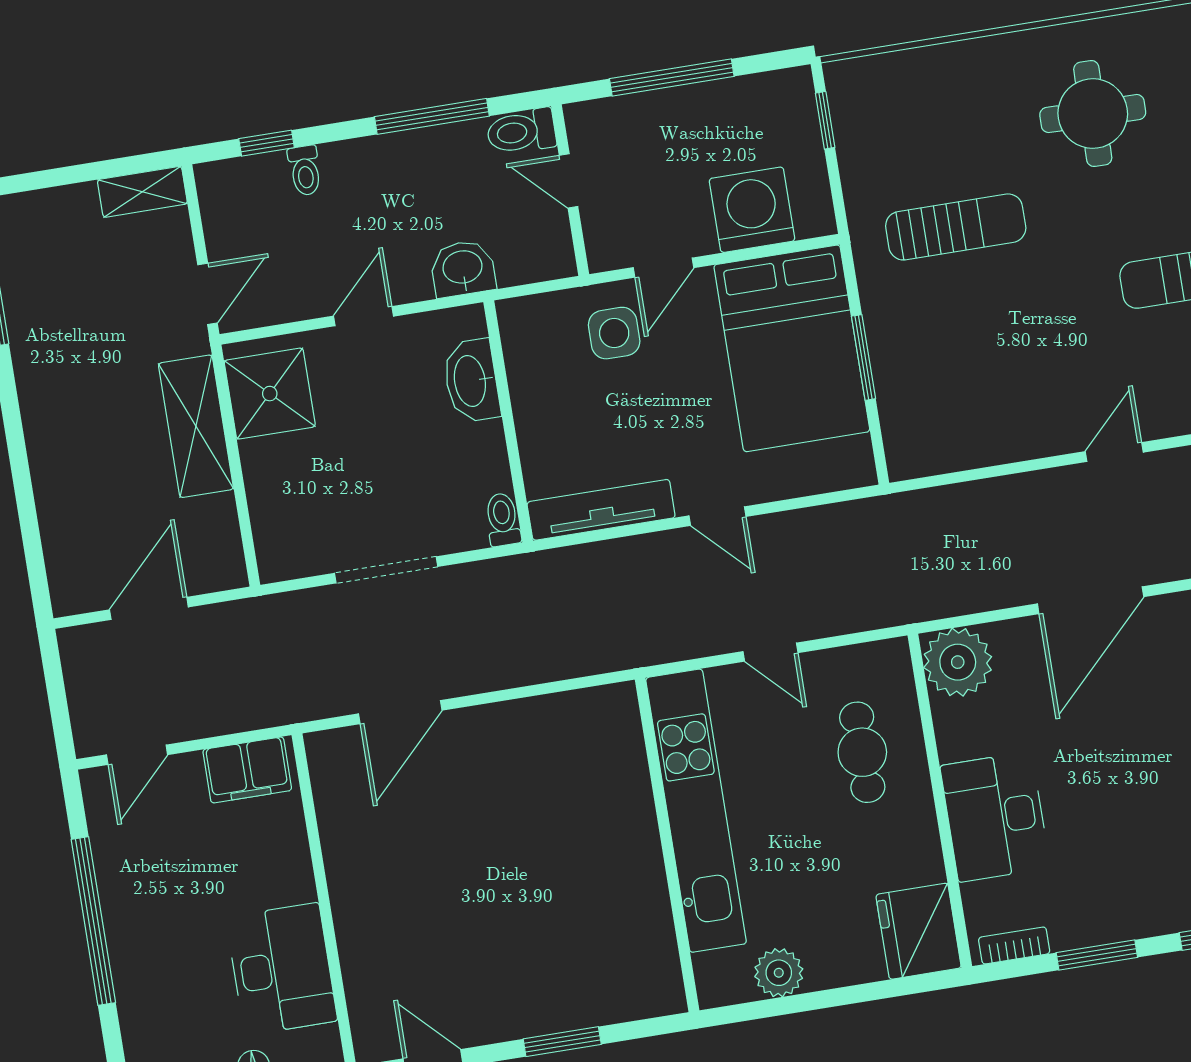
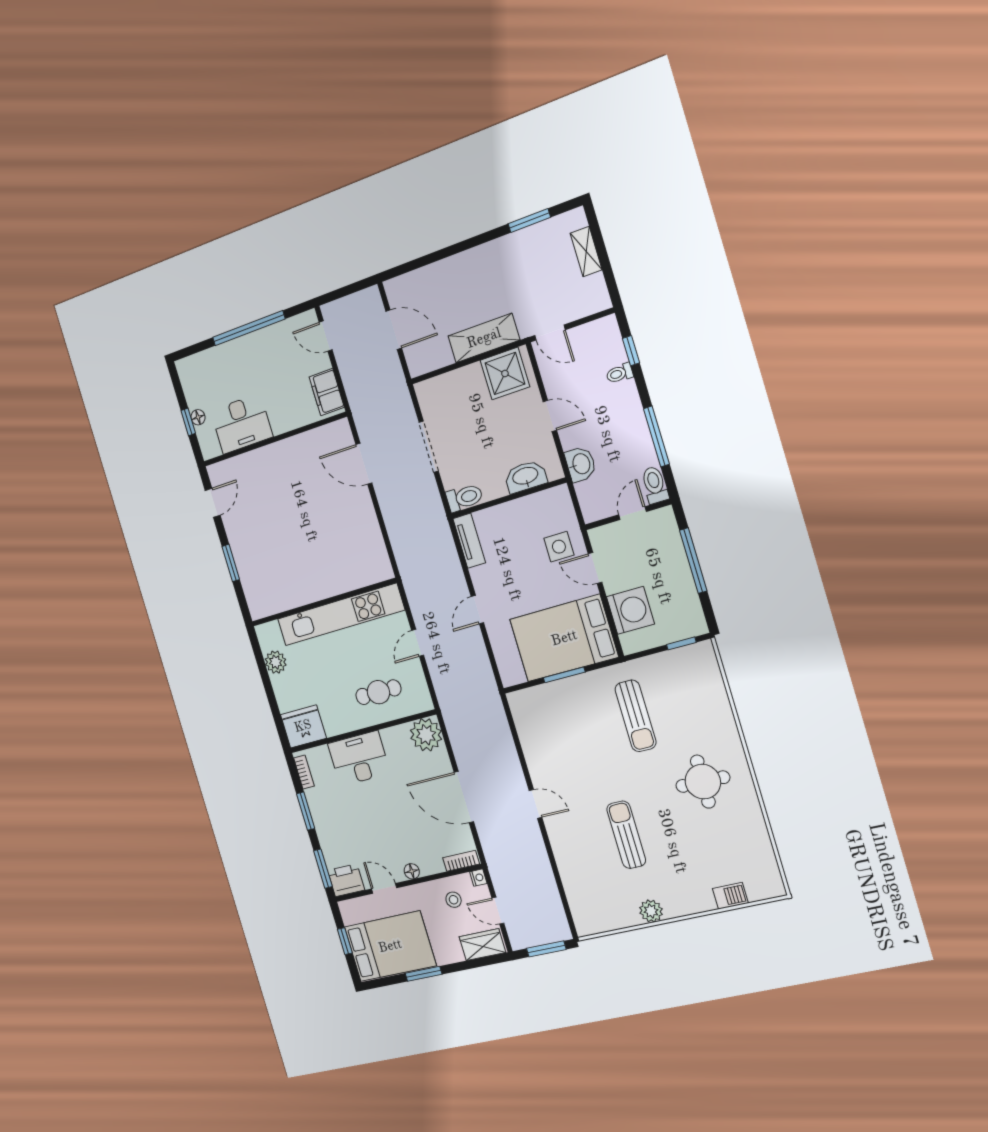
shelving: (142, 192) -> (586, 252), moved
tv unit: (601, 510) -> (469, 541), width x0.71
toilet: (503, 519) -> (464, 498), width x1.37, depth x1.39

